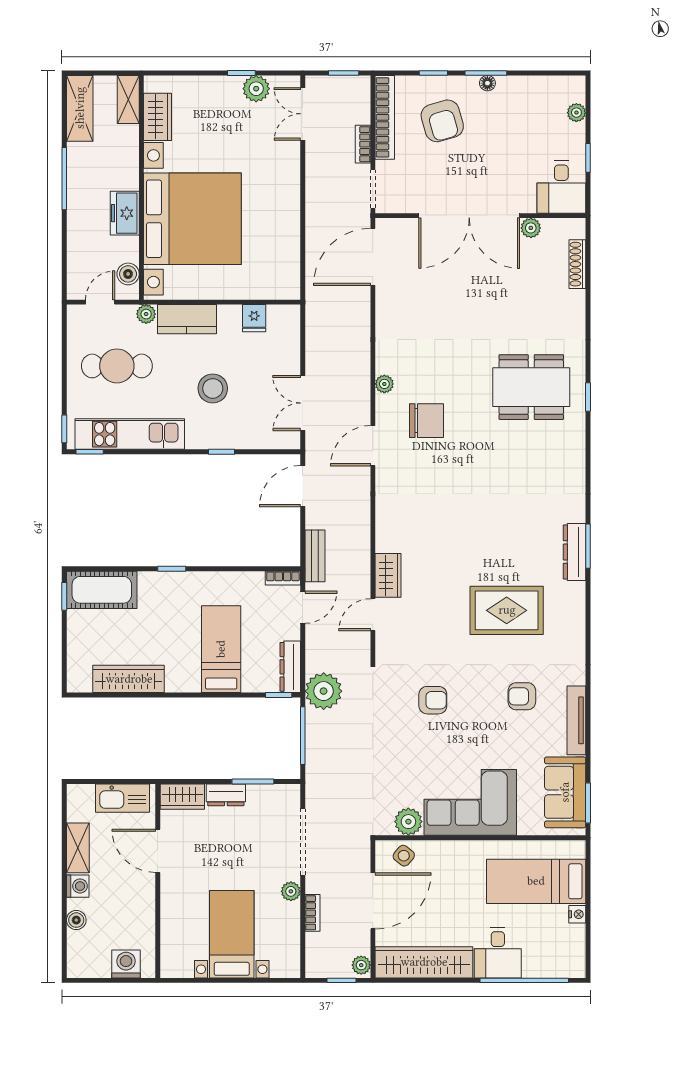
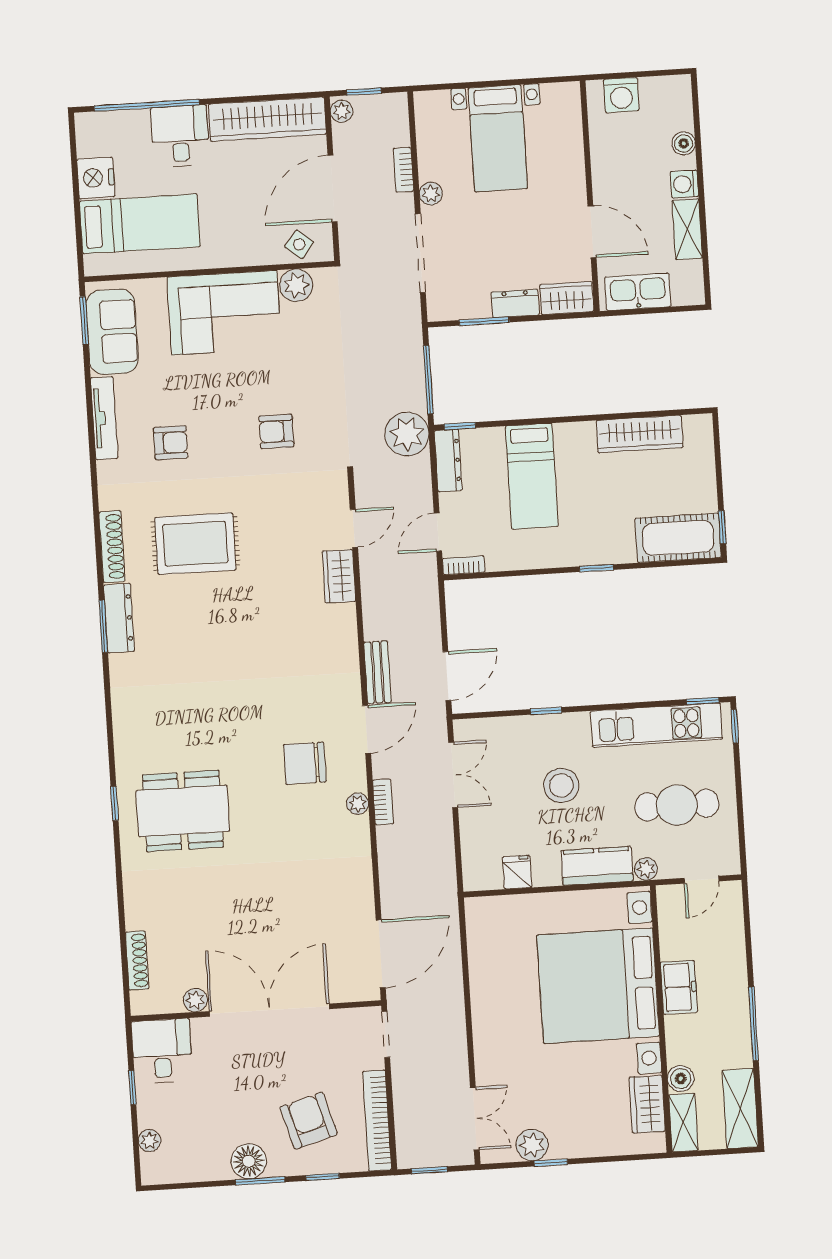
floor lamp: (487, 83) -> (249, 1161), width x1.89, depth x1.89
bookcase: (363, 144) -> (383, 802), moved
boiler: (128, 274) -> (681, 1079), moved
bench: (315, 556) -> (378, 672), moved
shoe rack: (577, 612) -> (112, 547), added
nightstand: (577, 914) -> (96, 178), width x1.89, depth x1.79

